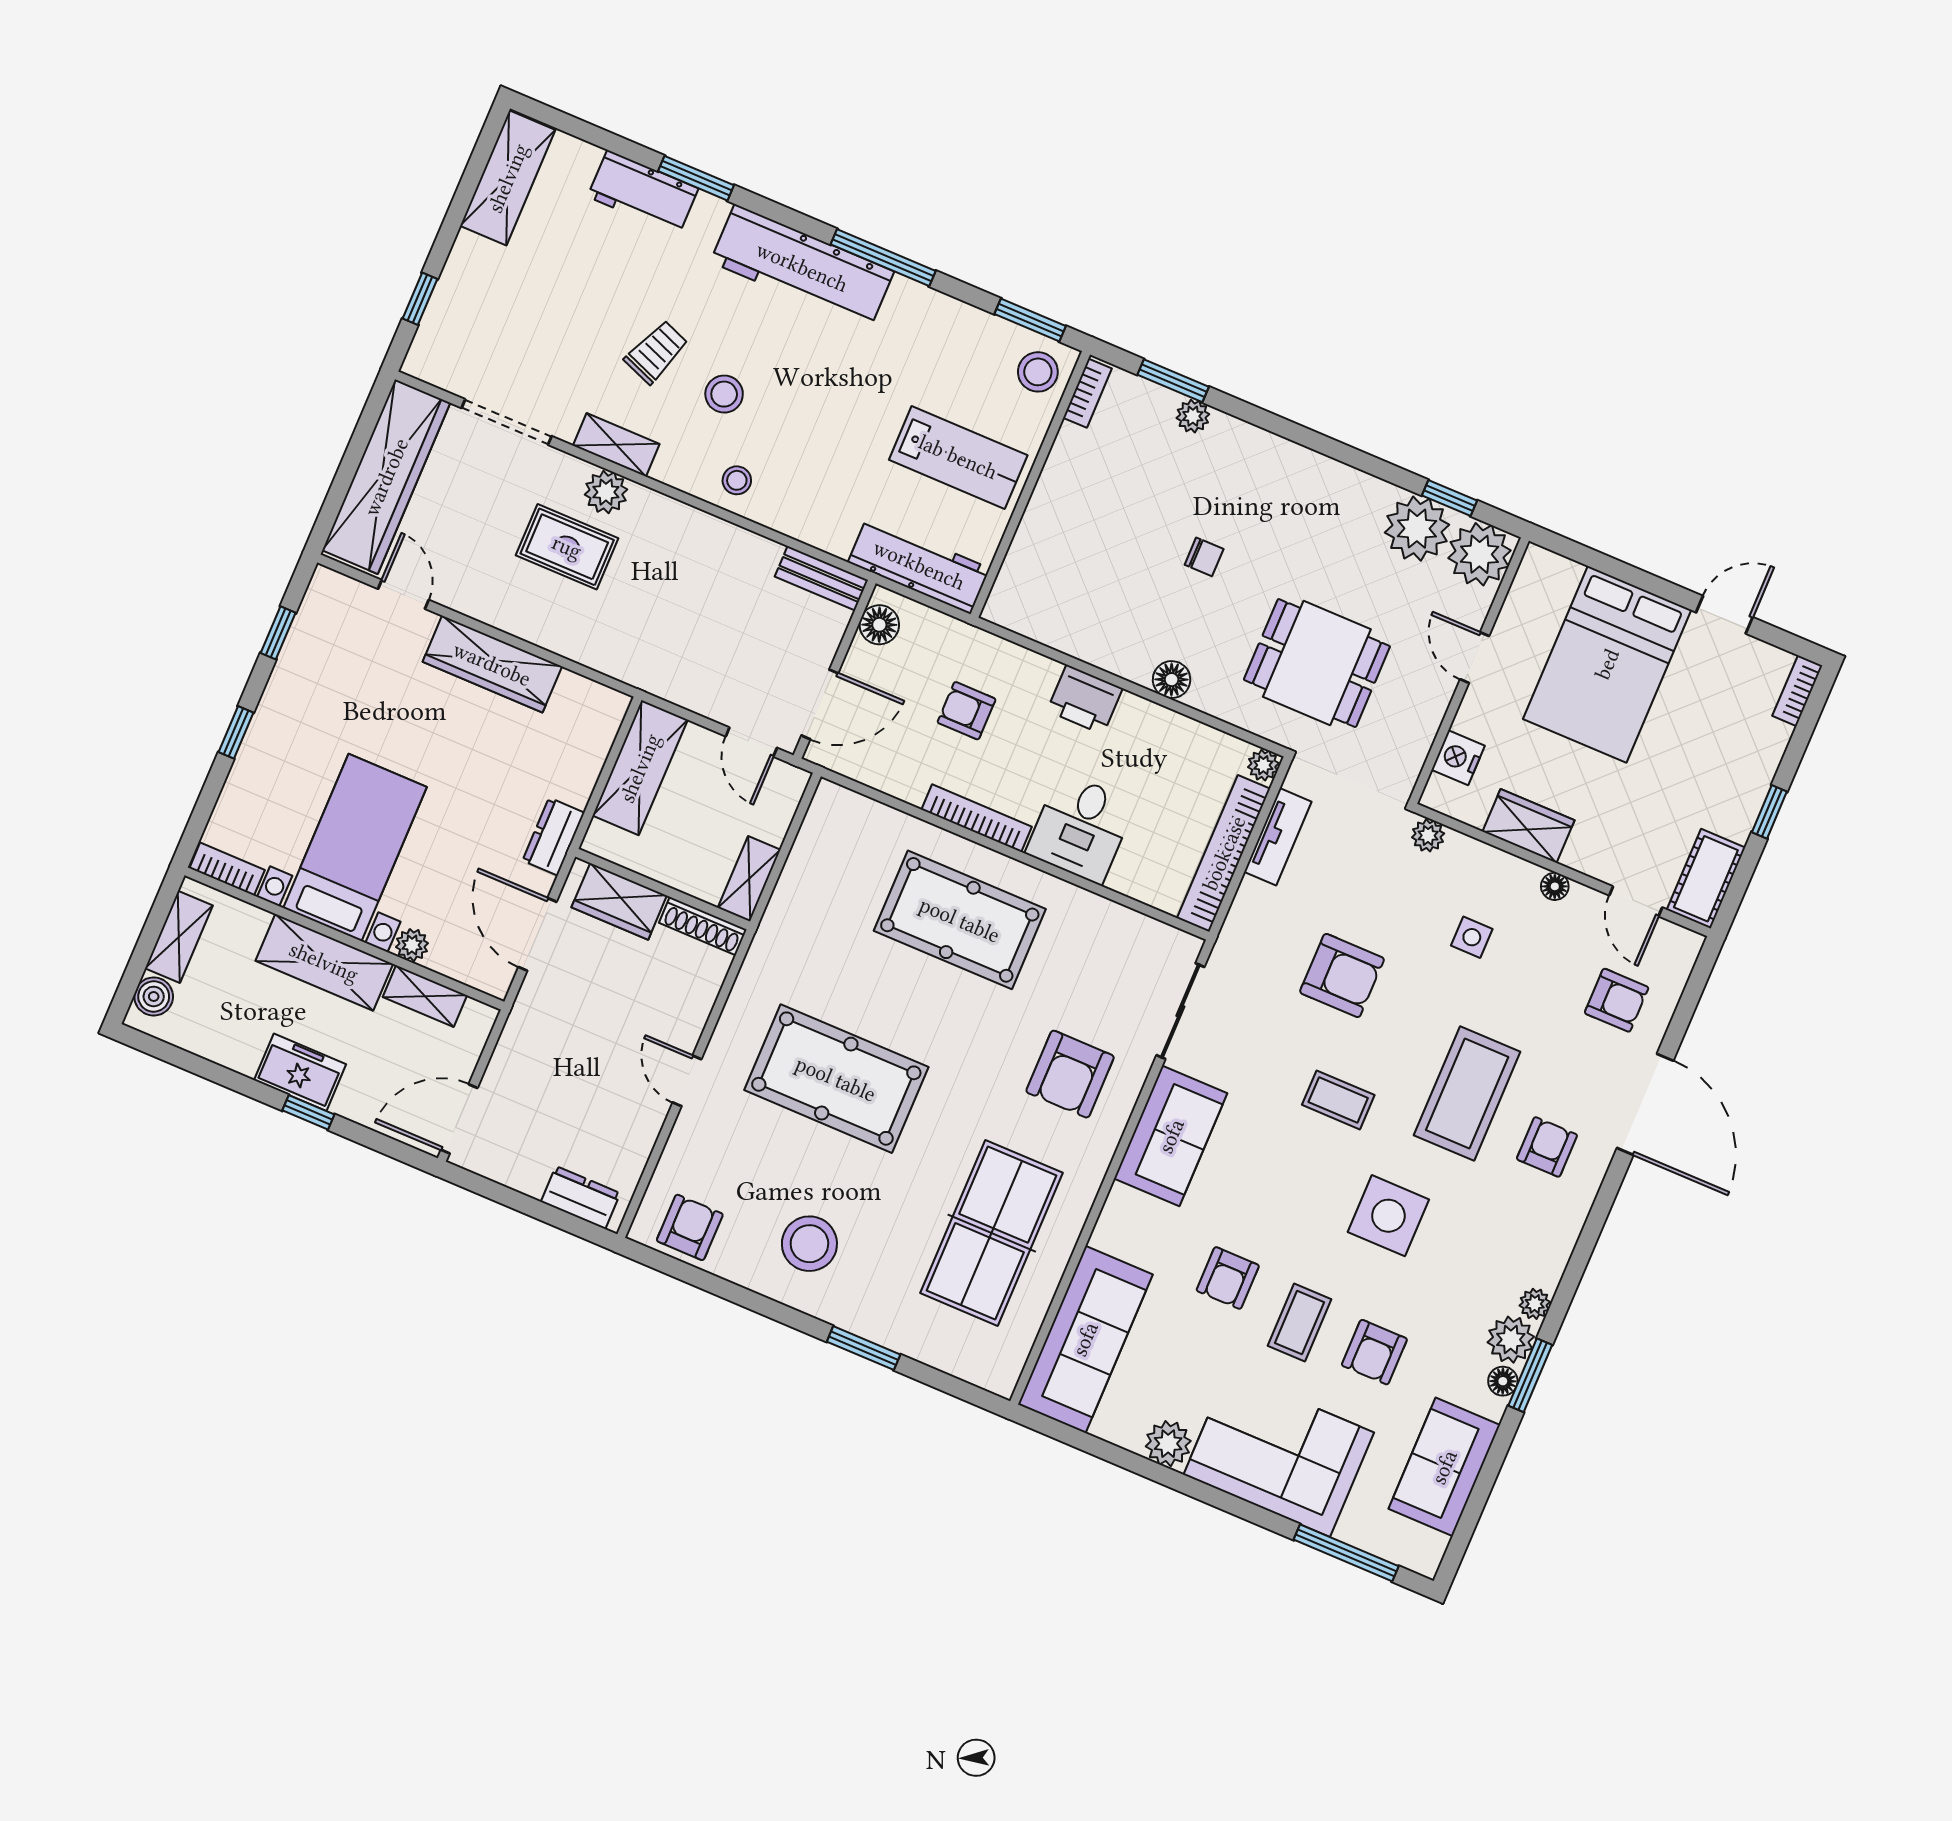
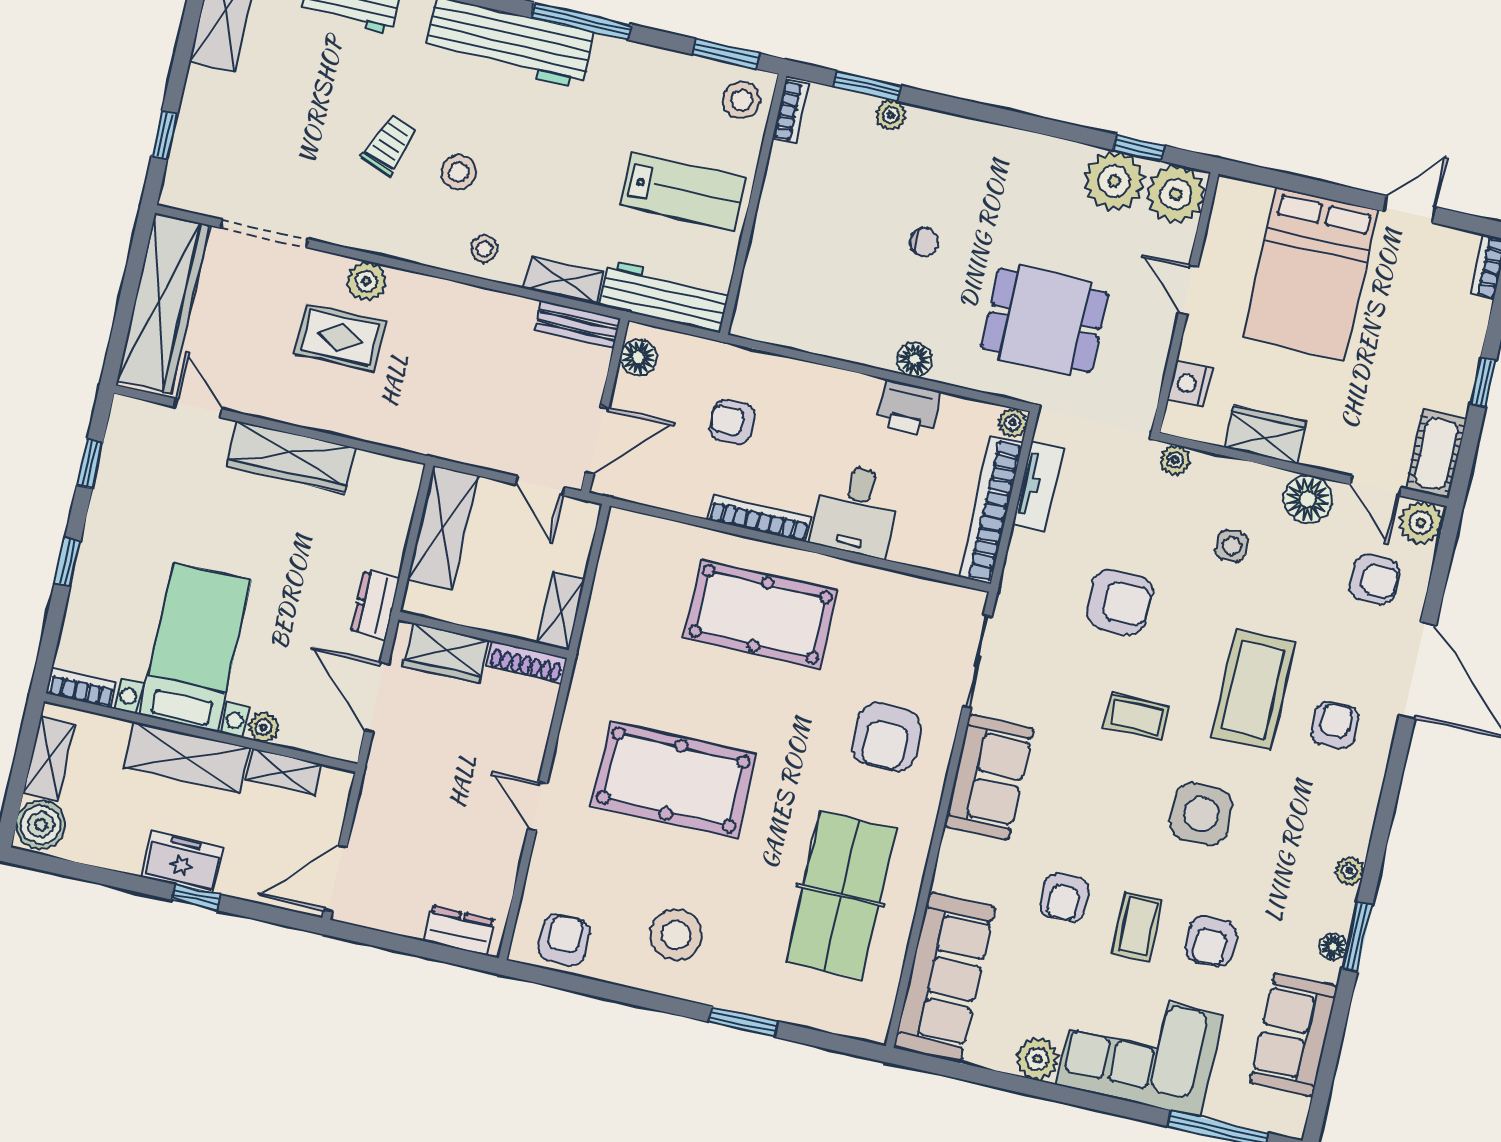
shelving: (616, 445) -> (564, 281), moved
printer: (1085, 700) -> (908, 408), moved
floor lamp: (1555, 886) -> (1308, 499), width x1.89, depth x1.89
boiler: (154, 996) -> (41, 825), width x1.36, depth x1.36
plant: (1511, 1340) -> (1421, 523), moved

